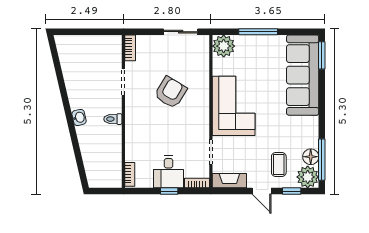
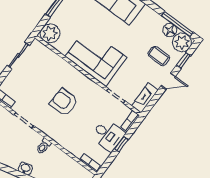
armchair: (171, 92) -> (64, 102), moved, turned -31

